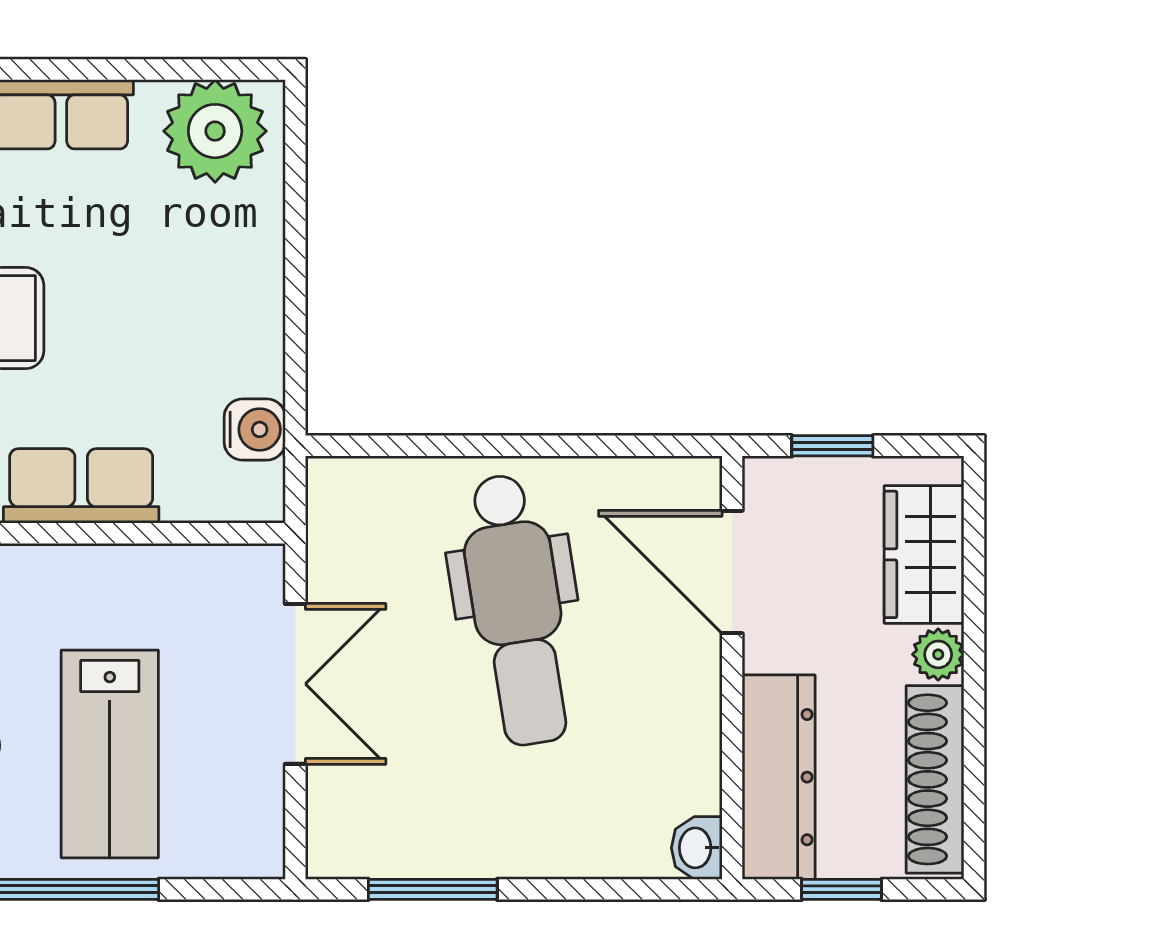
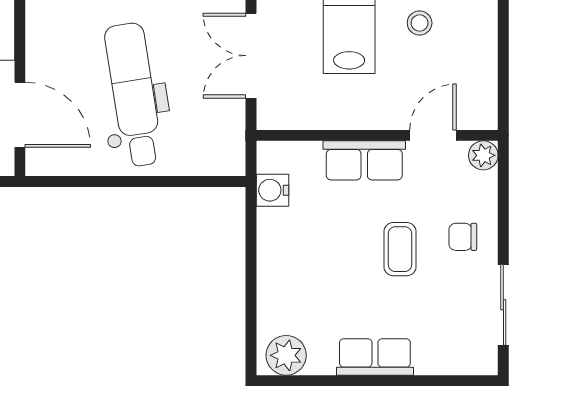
plant: (215, 131) -> (286, 355), width x0.73, depth x0.73

